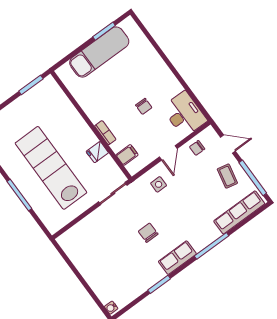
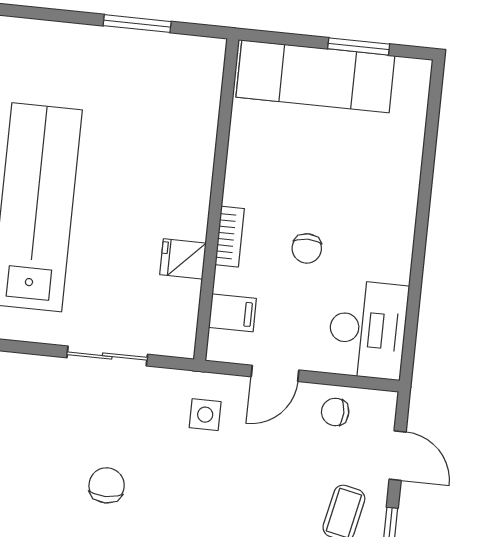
wall: (91, 125) -> (216, 200), moved
bookcase: (105, 133) -> (230, 237), moved
fridge: (97, 152) -> (183, 259), moved
filing cabinet: (127, 155) -> (232, 313), moved

